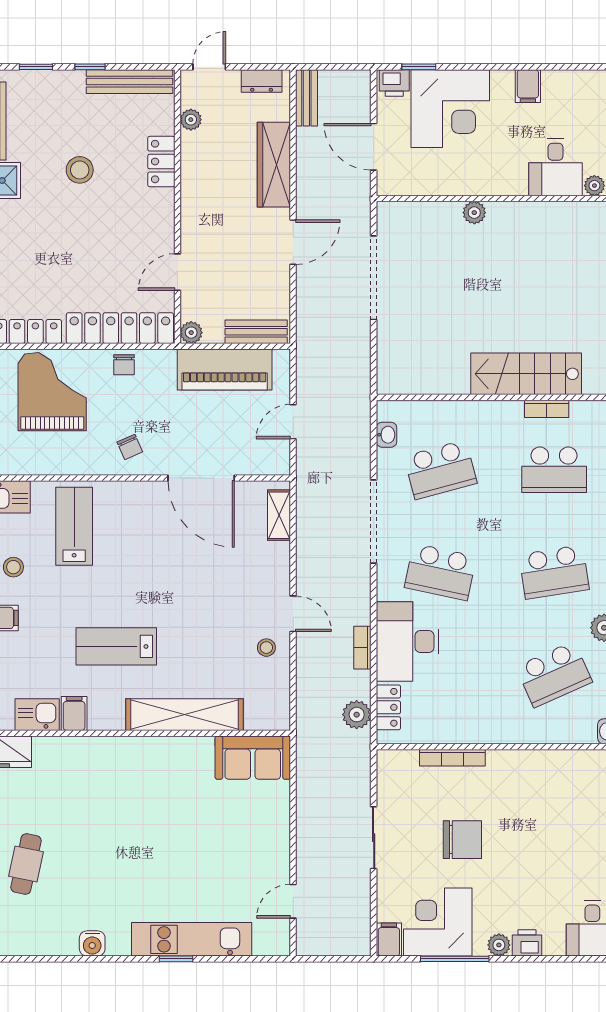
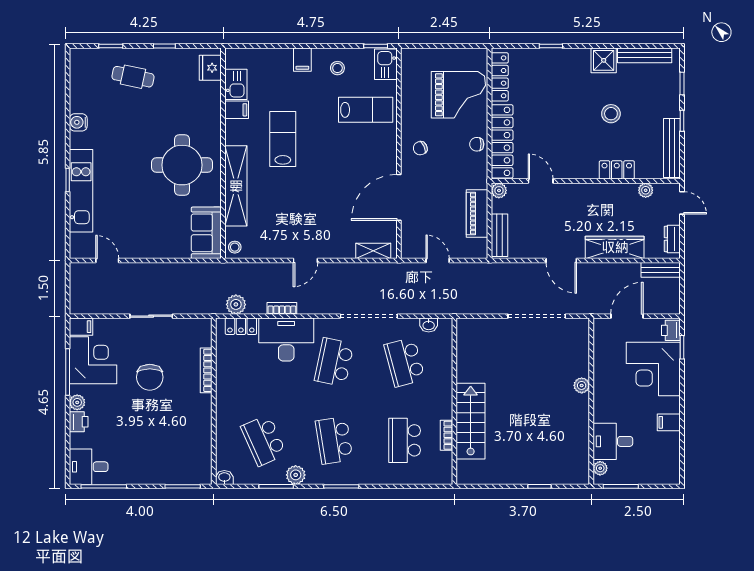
piano: (225, 369) -> (477, 214), width x0.73, depth x0.75
stool: (266, 648) -> (235, 247), moved
round table: (154, 793) -> (182, 165), added

